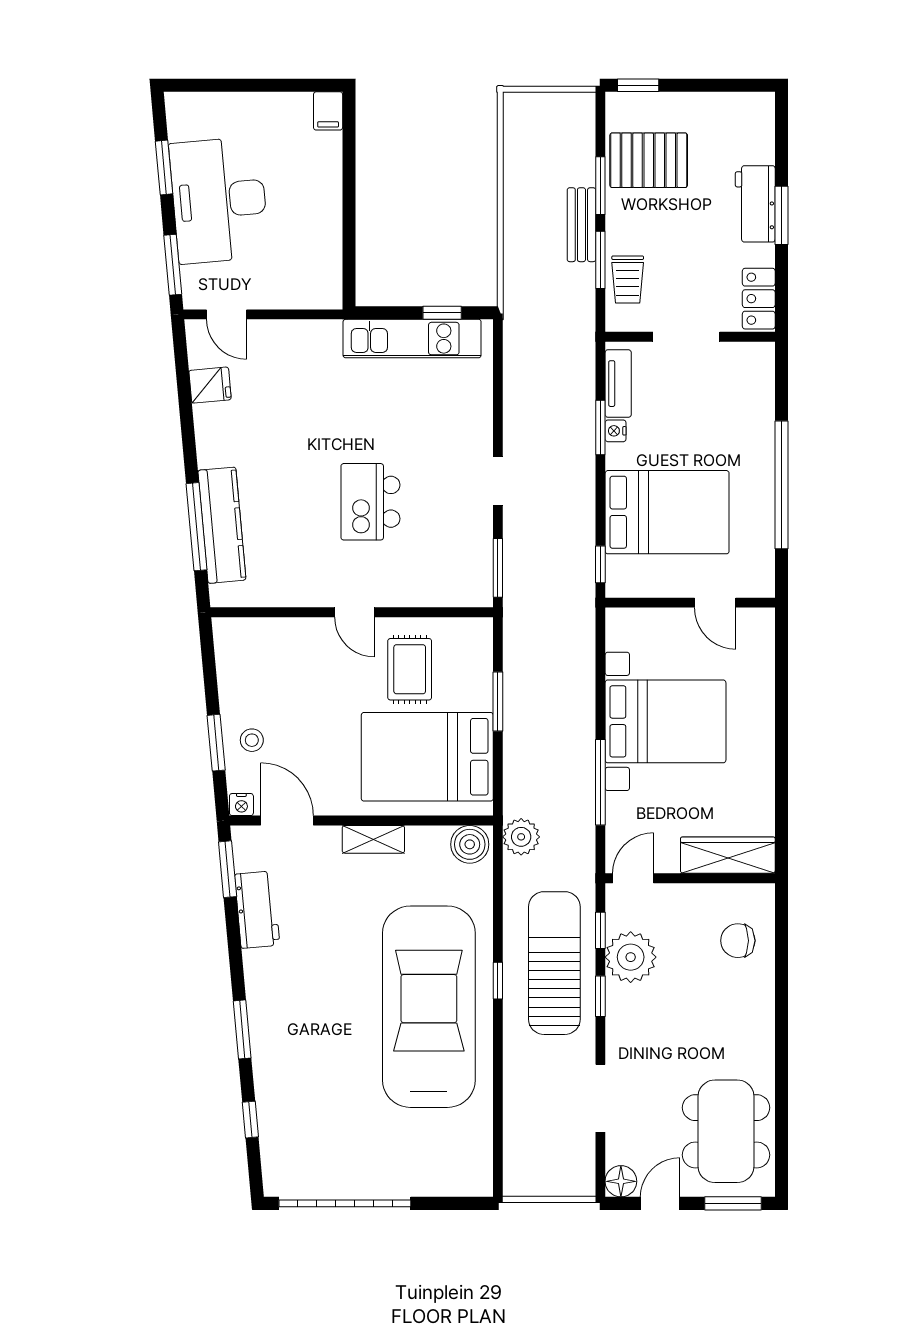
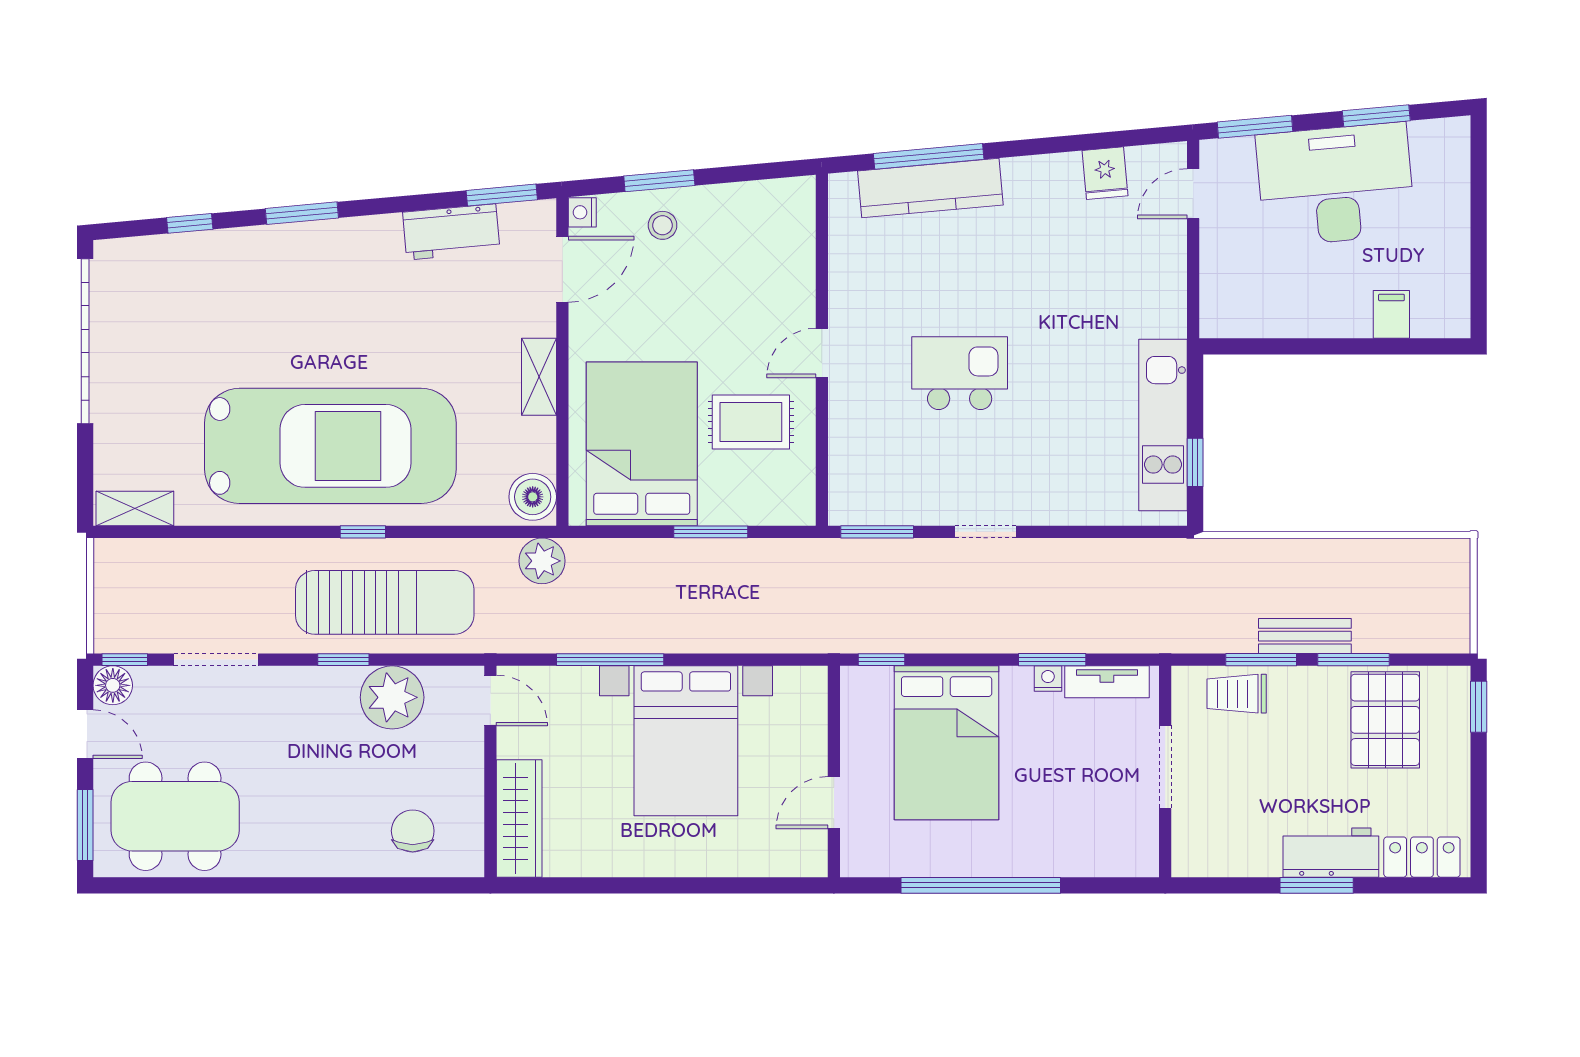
filing cabinet: (328, 111) -> (1391, 314), moved, turned 90
locker: (759, 299) -> (1422, 857), moved
window: (600, 930) -> (125, 660), moved
shelving: (479, 1163) -> (135, 509), added

